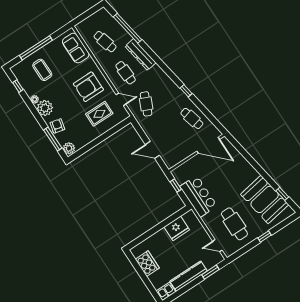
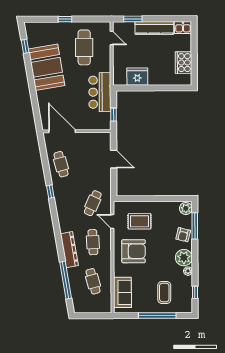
booth: (265, 199) -> (46, 67), moved

